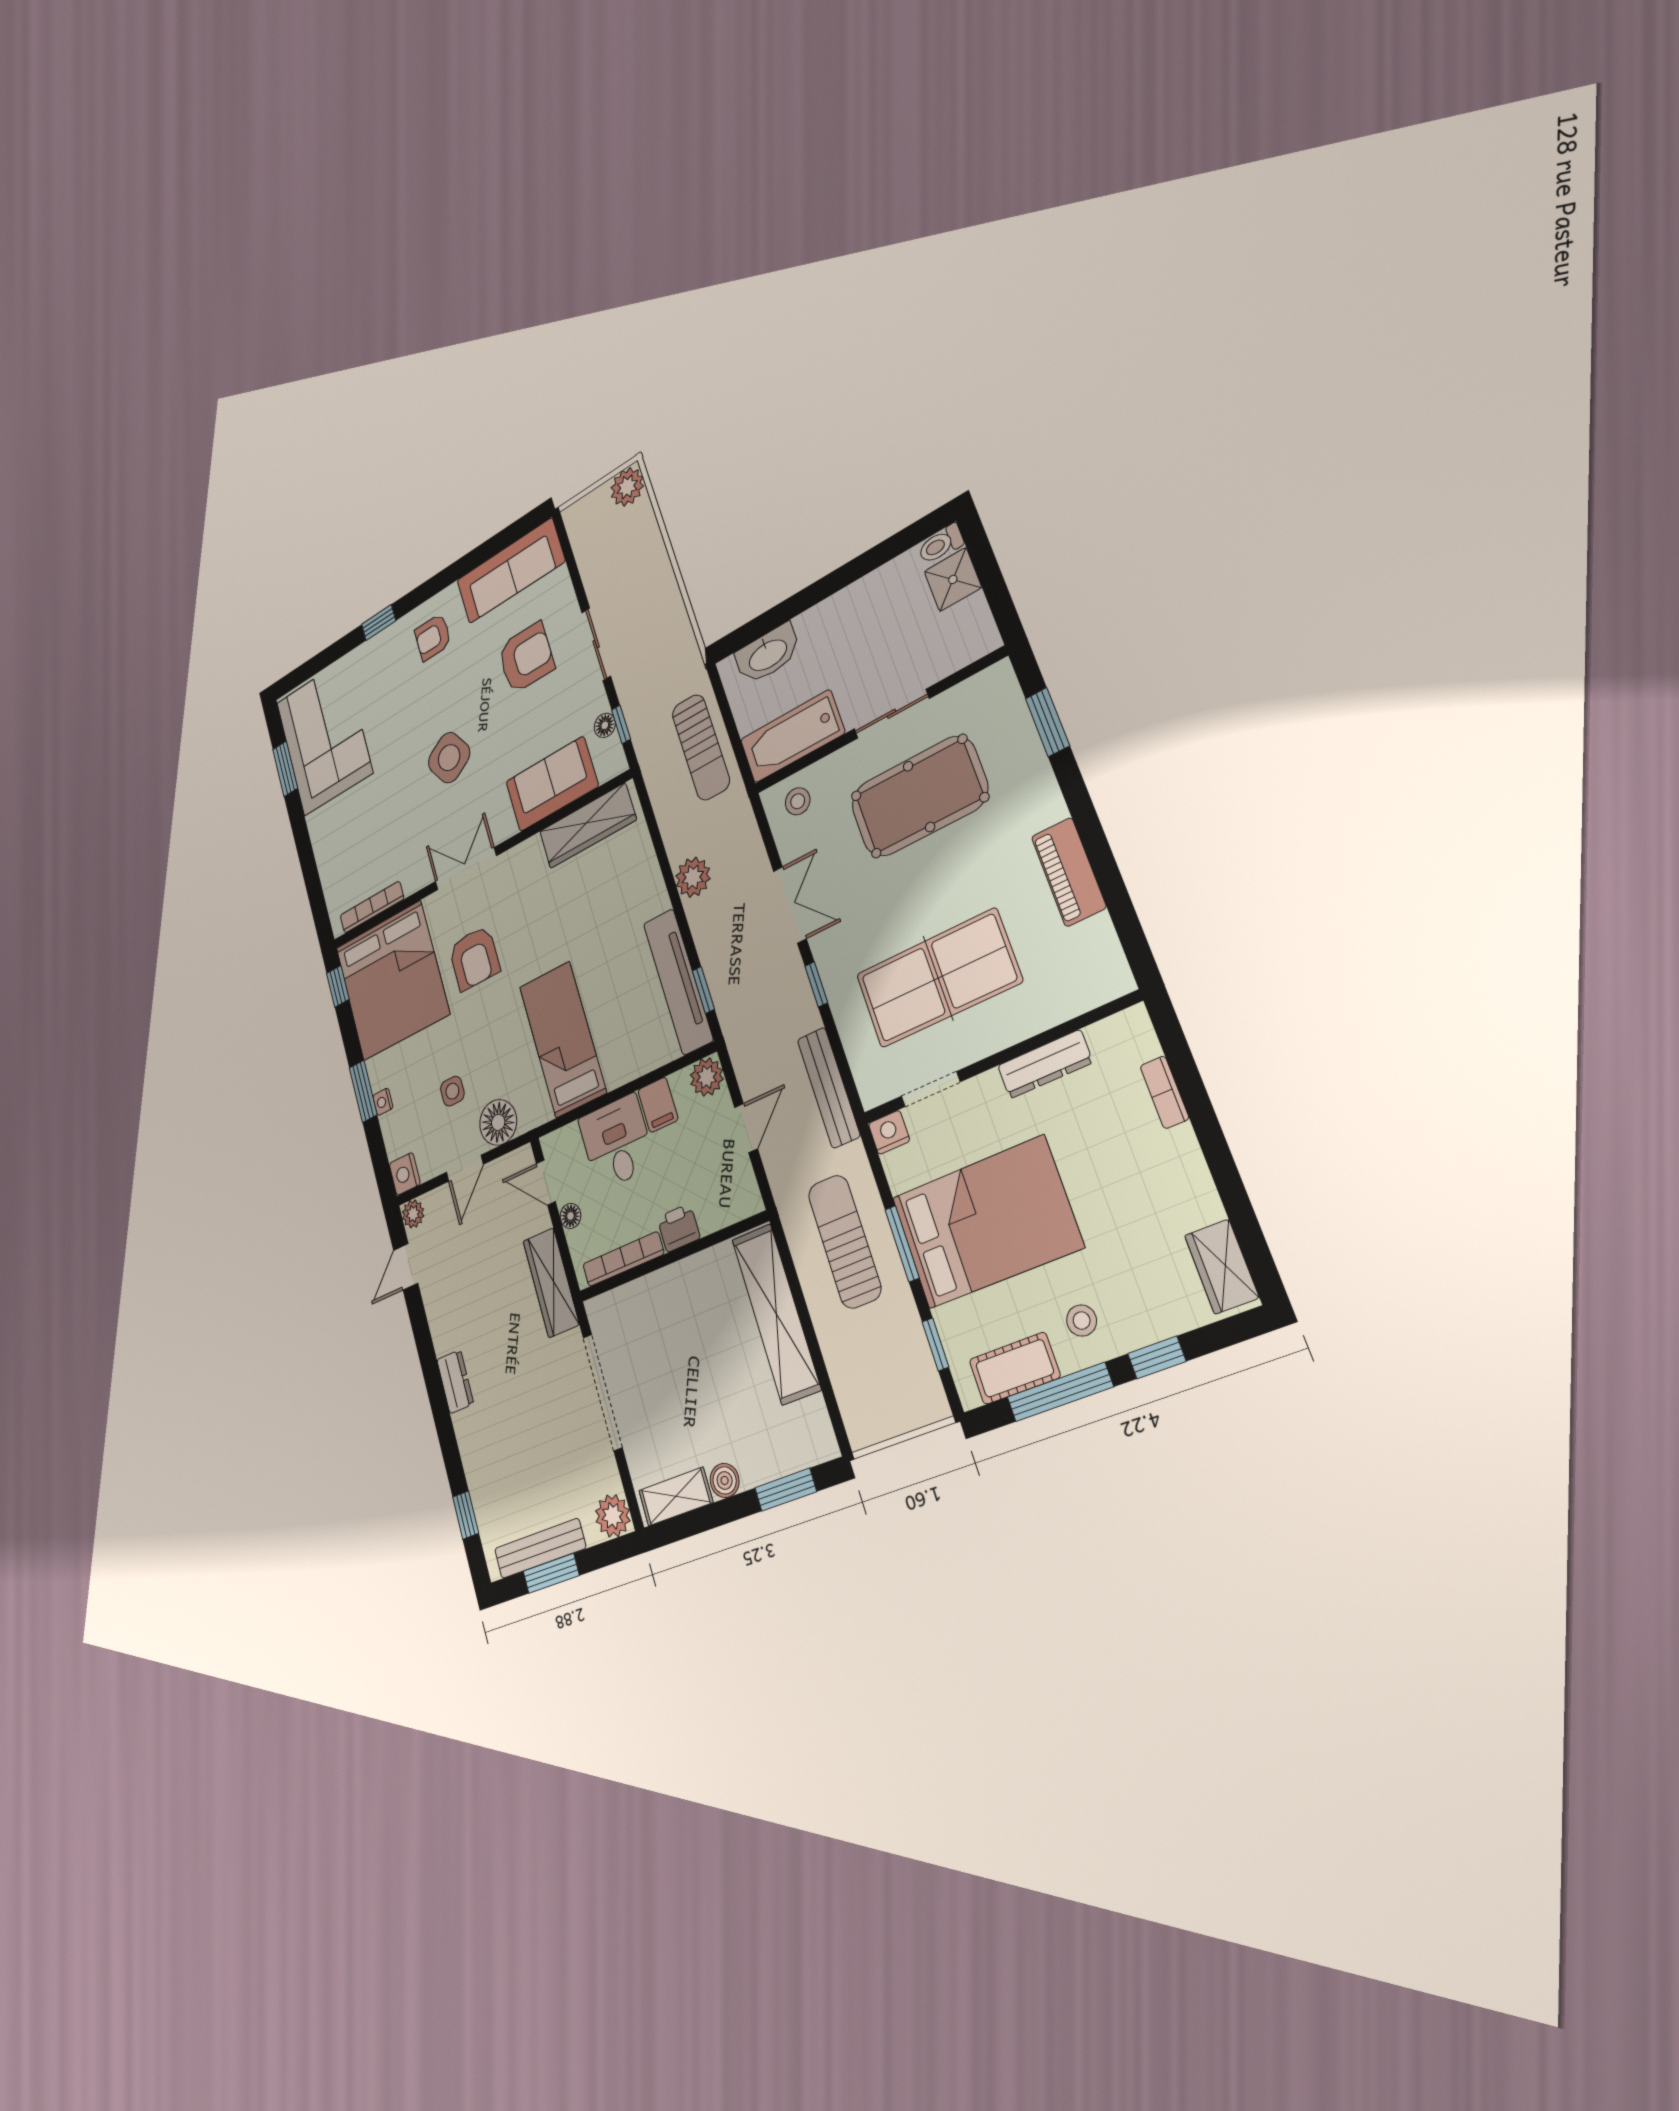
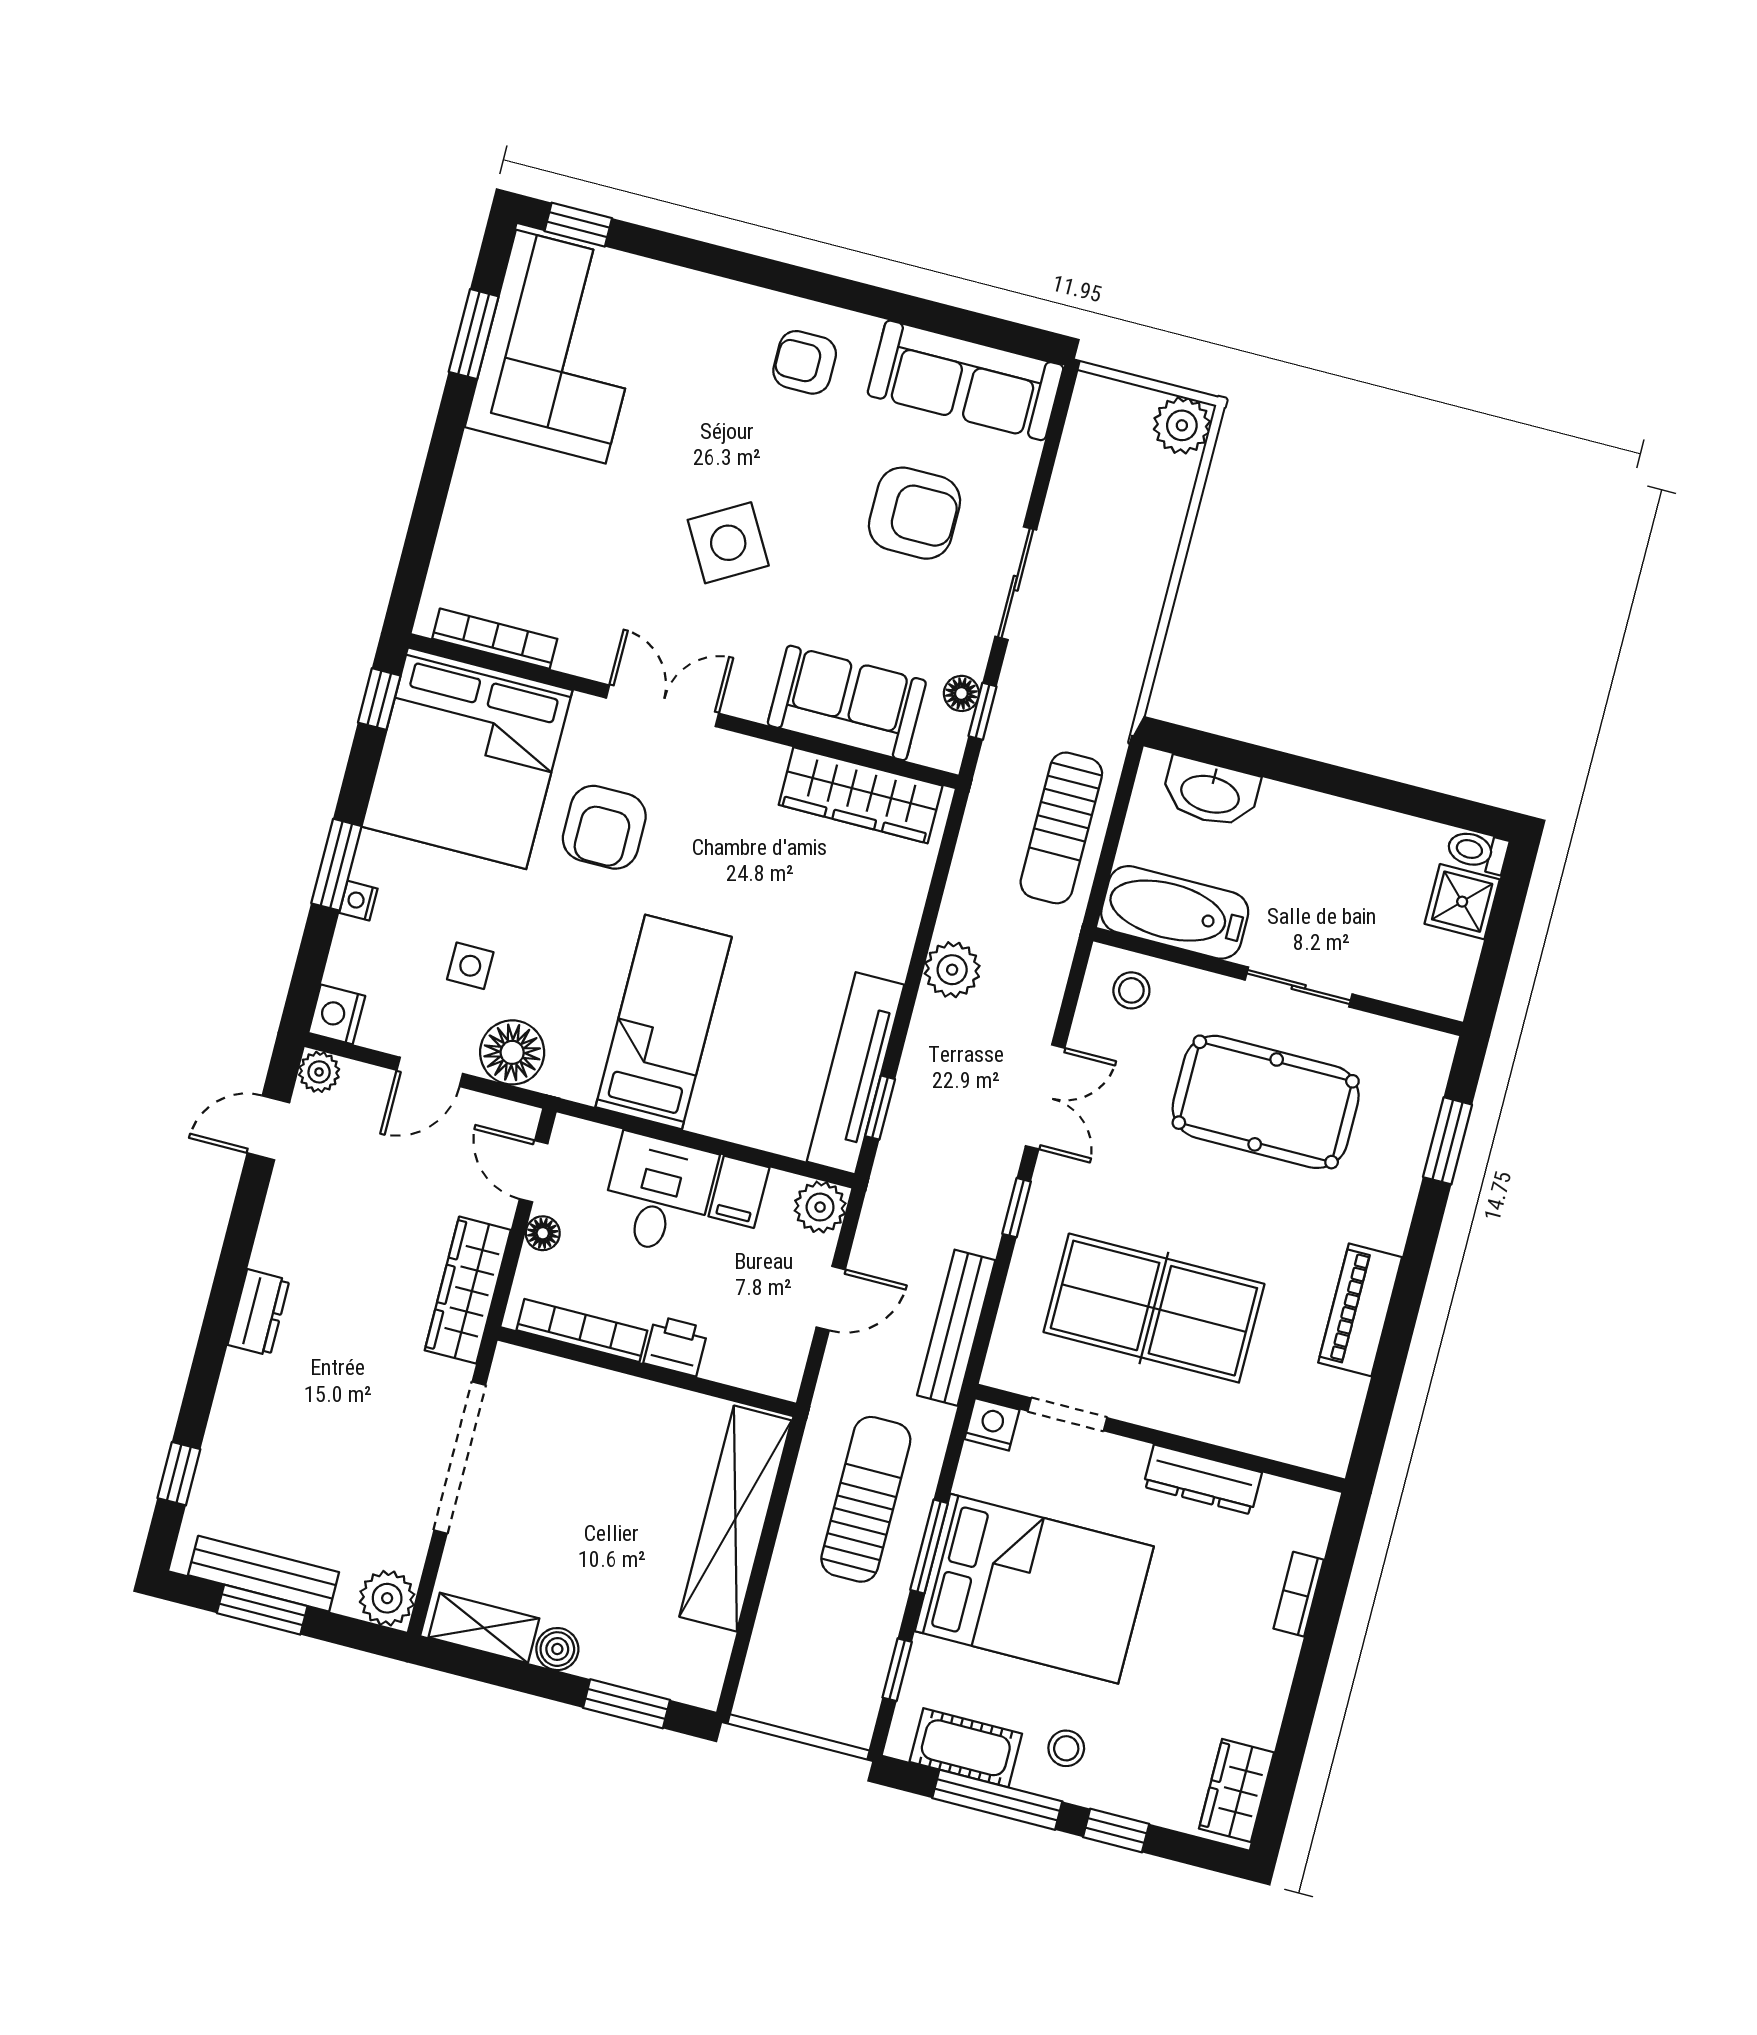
window: (379, 623) -> (578, 225), moved

